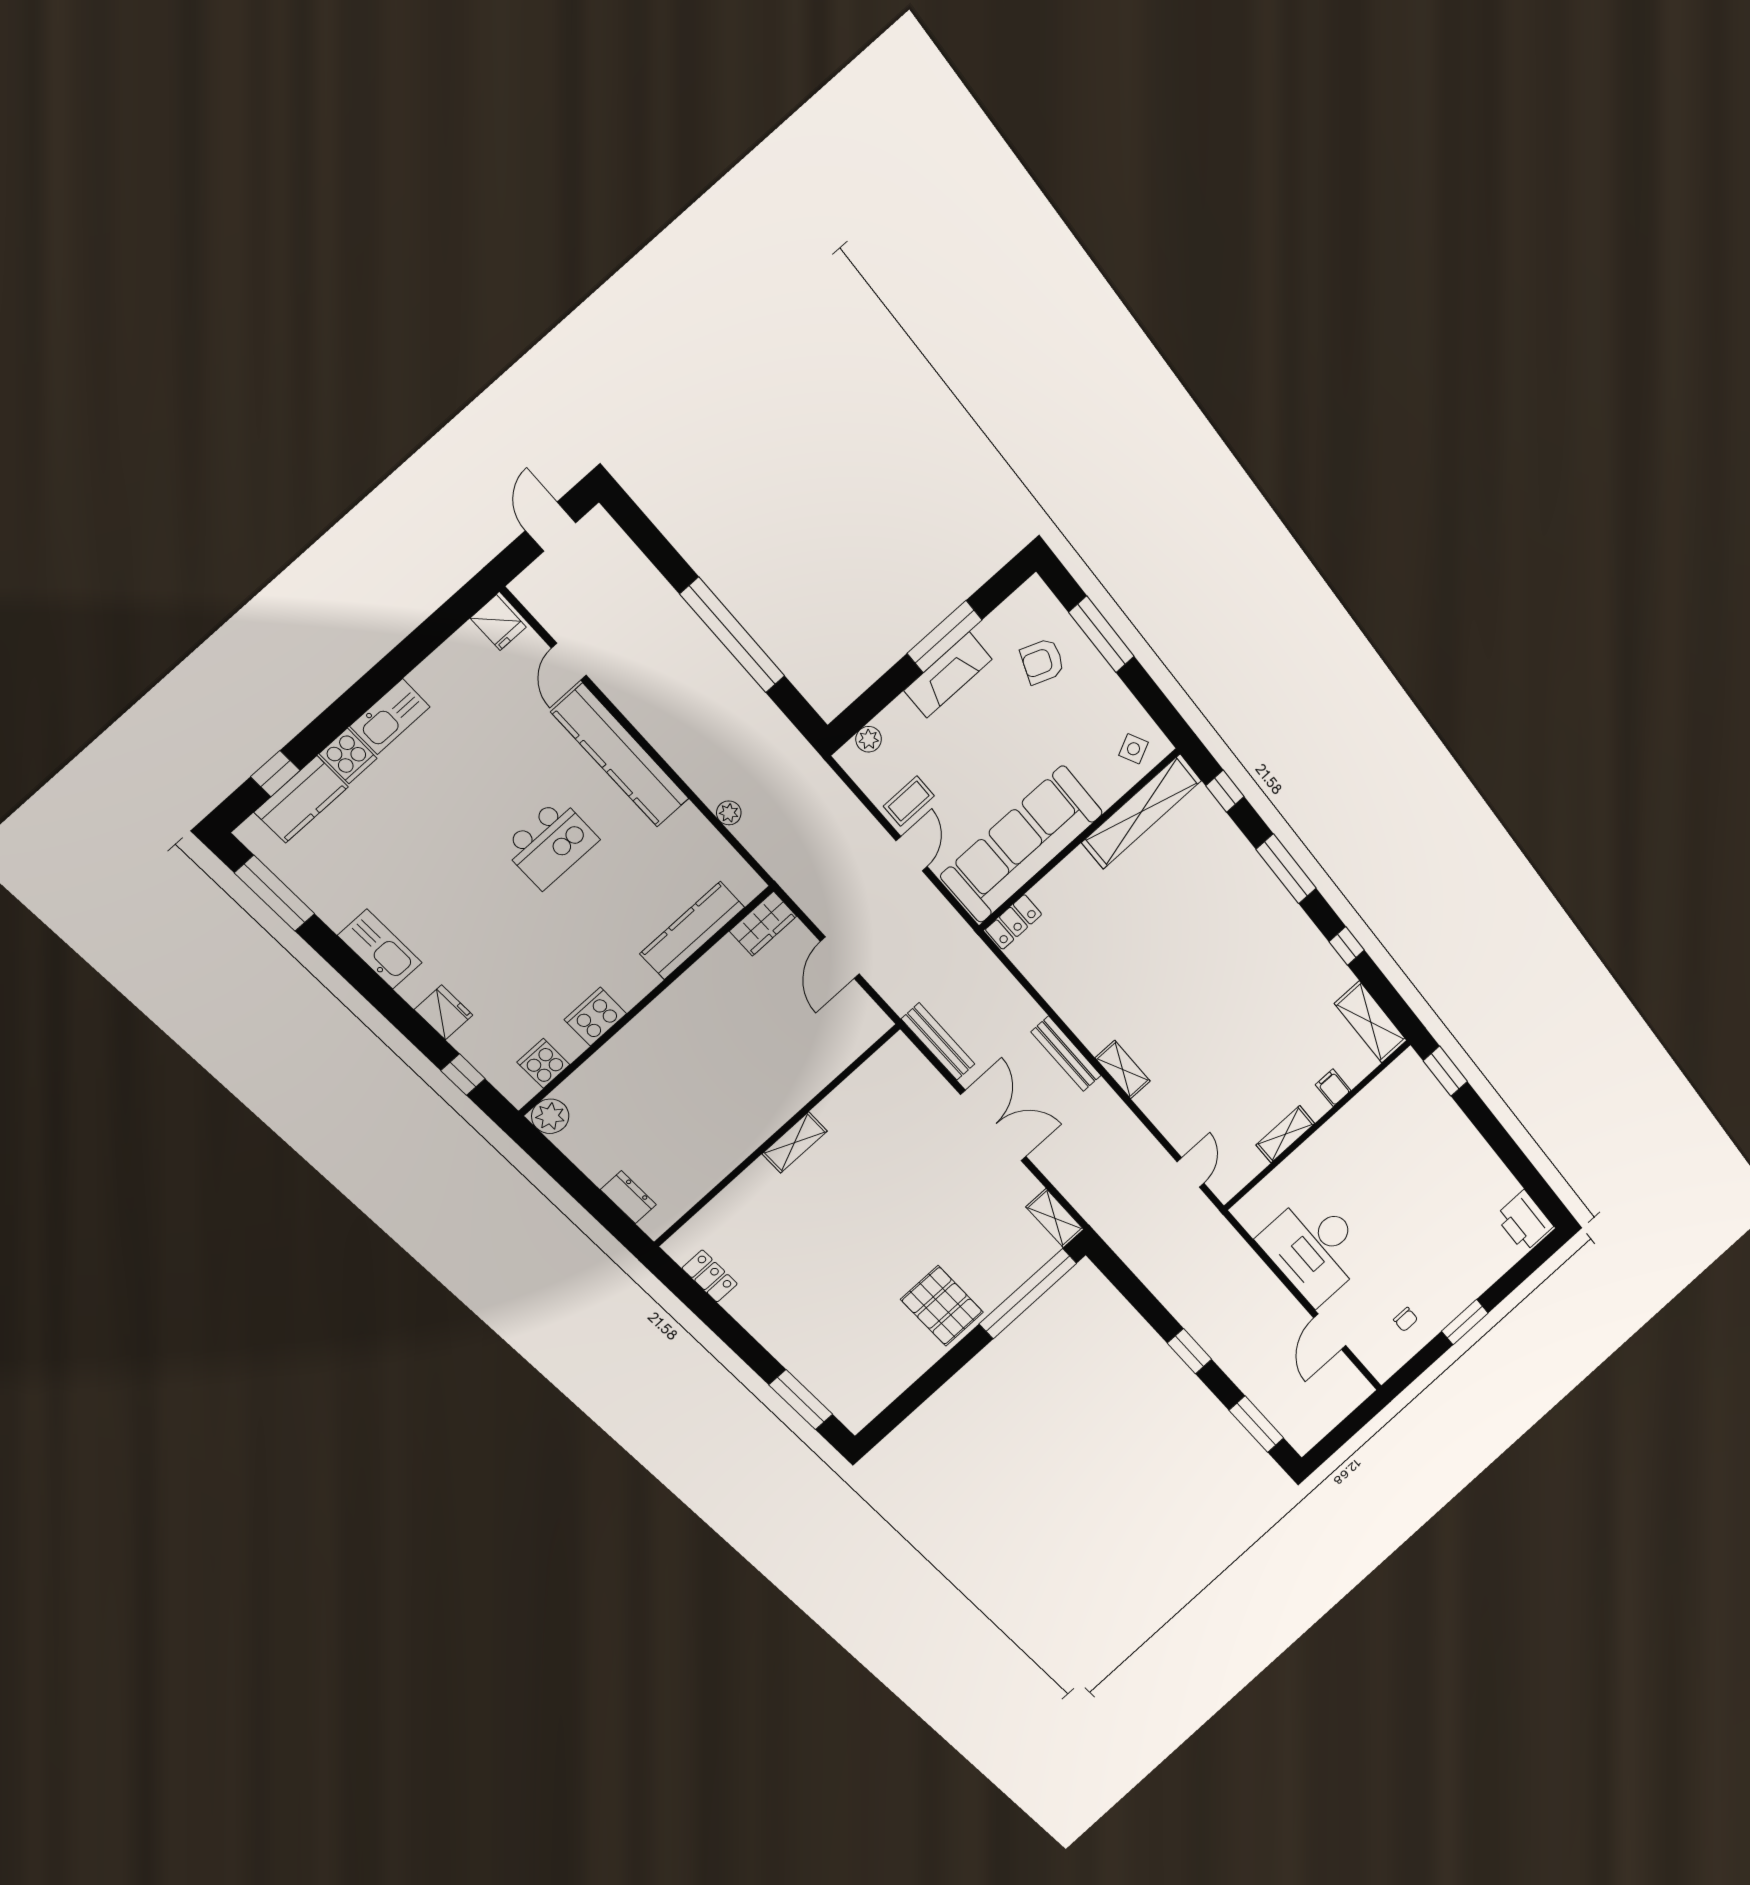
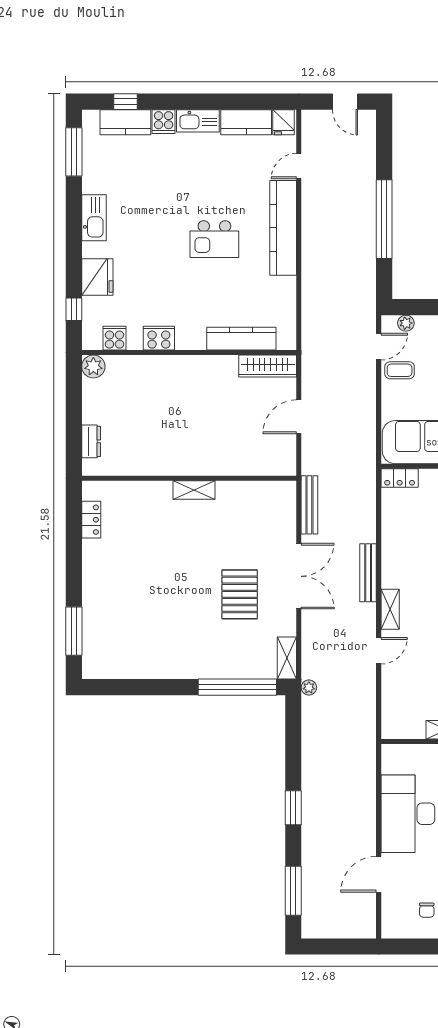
door: (550, 527) -> (345, 102), swing flipped
kitchen counter: (452, 664) -> (246, 122), added
plant: (729, 813) -> (309, 688), moved
door: (912, 854) -> (379, 347), moved
wardrobe: (763, 924) -> (268, 366), width x1.50
fridge: (443, 1012) -> (97, 277), width x1.36, depth x1.34
door: (1191, 1173) -> (379, 651), moved
pallet: (942, 1306) -> (240, 594), moved

